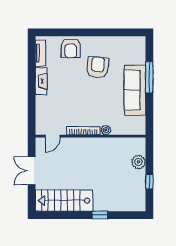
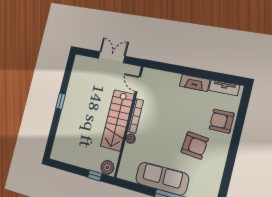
plant: (138, 162) -> (107, 167), moved
window: (149, 181) -> (95, 175), moved
stairs: (64, 200) -> (117, 120), moved, turned 180
window: (100, 215) -> (61, 101), moved

